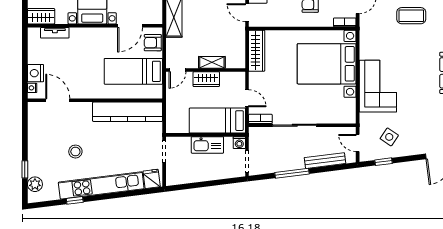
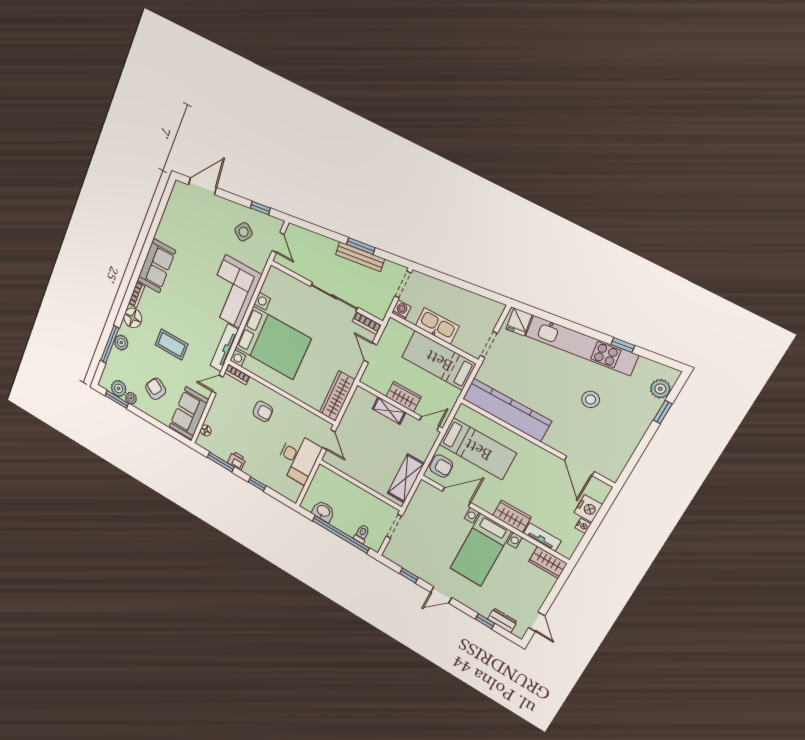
wardrobe: (84, 35) -> (512, 516), added
tv unit: (365, 38) -> (224, 348), added
nightstand: (32, 88) -> (583, 526), moved
bed: (217, 121) -> (439, 360), moved, turned 180
bench: (325, 161) -> (360, 257), moved
window: (292, 173) -> (361, 246), width x0.69

